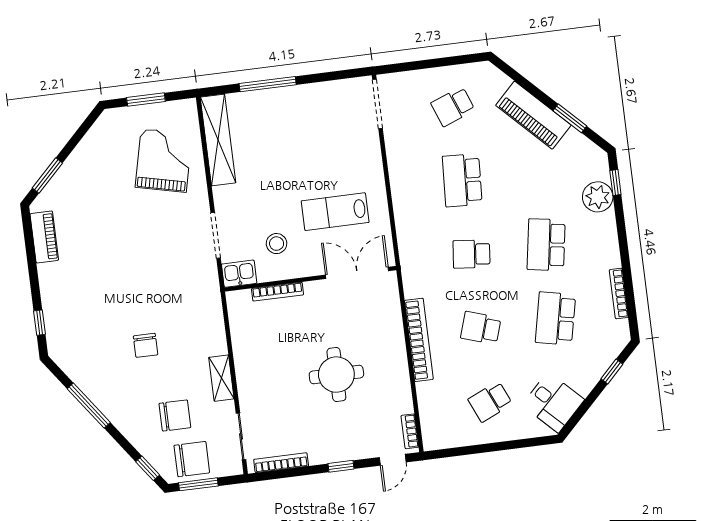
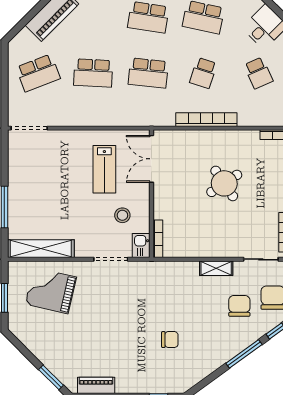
school desk: (453, 107) -> (38, 73), width x1.85
school desk: (472, 254) -> (148, 73), width x1.85
bookcase: (277, 292) -> (158, 239), moved
chair: (146, 345) -> (170, 340), moved
round table: (336, 375) -> (224, 183), turned -34
window: (89, 406) -> (244, 354), moved

